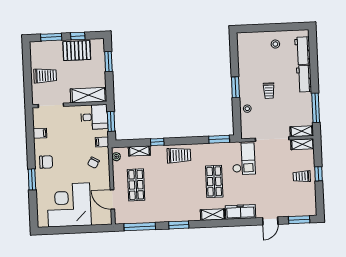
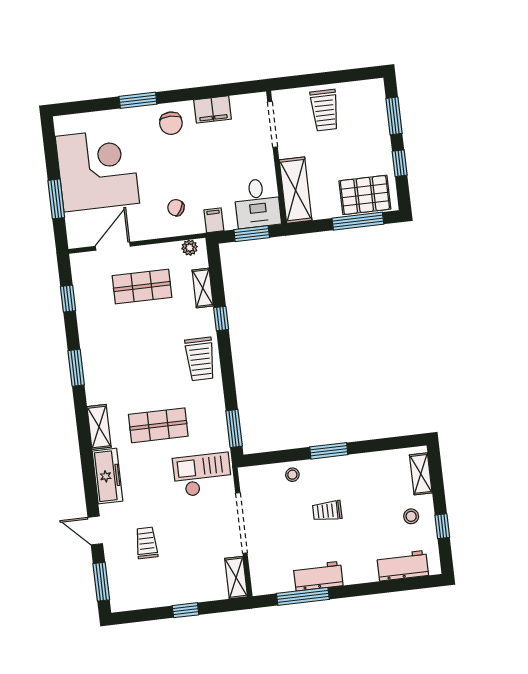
window: (282, 27) -> (442, 526), added
pallet: (77, 51) -> (365, 195), moved, turned 90
window: (108, 62) -> (358, 221), width x1.44
workbench: (304, 79) -> (318, 576), moved
shelving: (302, 131) -> (421, 474), moved
filing cabinet: (40, 133) -> (213, 109), width x2.00
checkout: (244, 159) -> (202, 475), turned 180
trolley: (302, 176) -> (147, 543), moved
window: (140, 227) -> (68, 299), width x0.46
window: (84, 229) -> (56, 199), added

